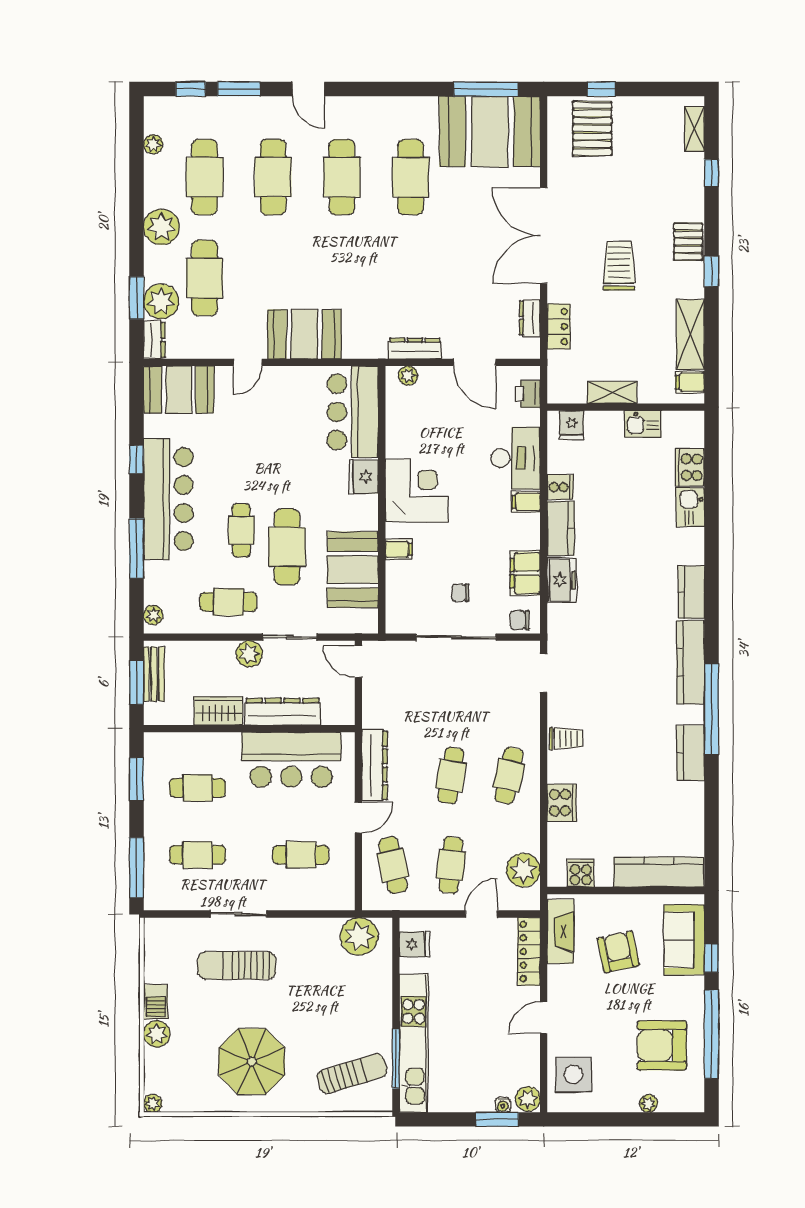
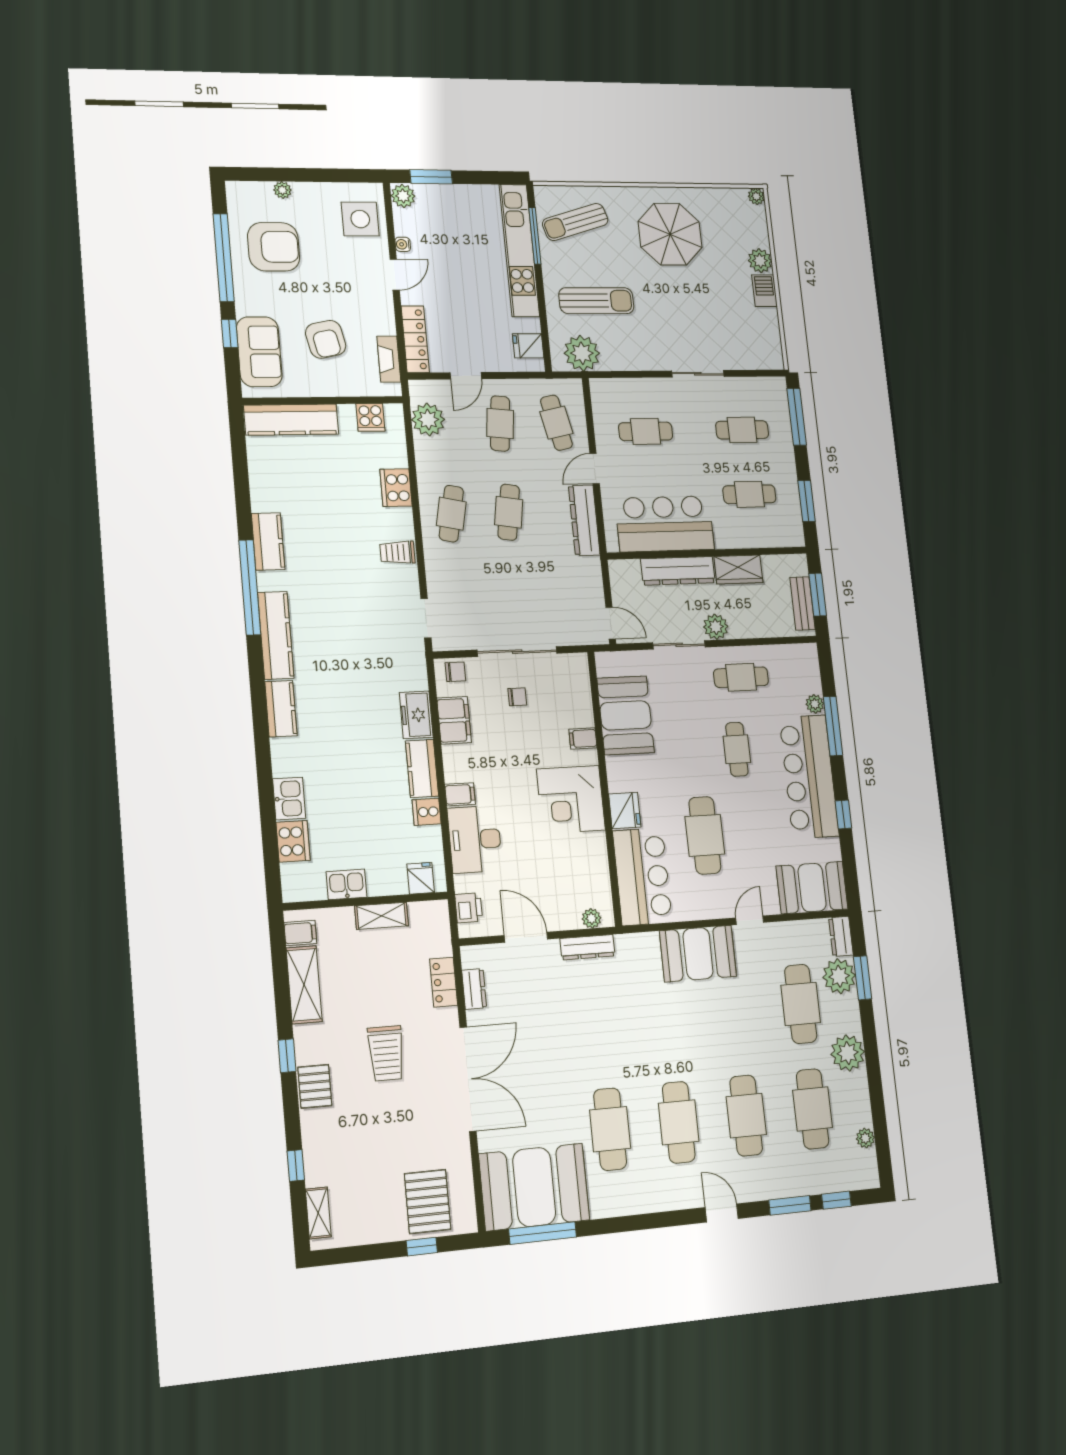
cafe table: (287, 547) -> (705, 835), moved
plant: (153, 615) -> (815, 704), moved
fireplace: (560, 932) -> (389, 359), width x0.73, depth x0.76
sun lounger: (237, 965) -> (596, 301), moved
water cooler: (503, 1105) -> (403, 244), moved, turned -90

